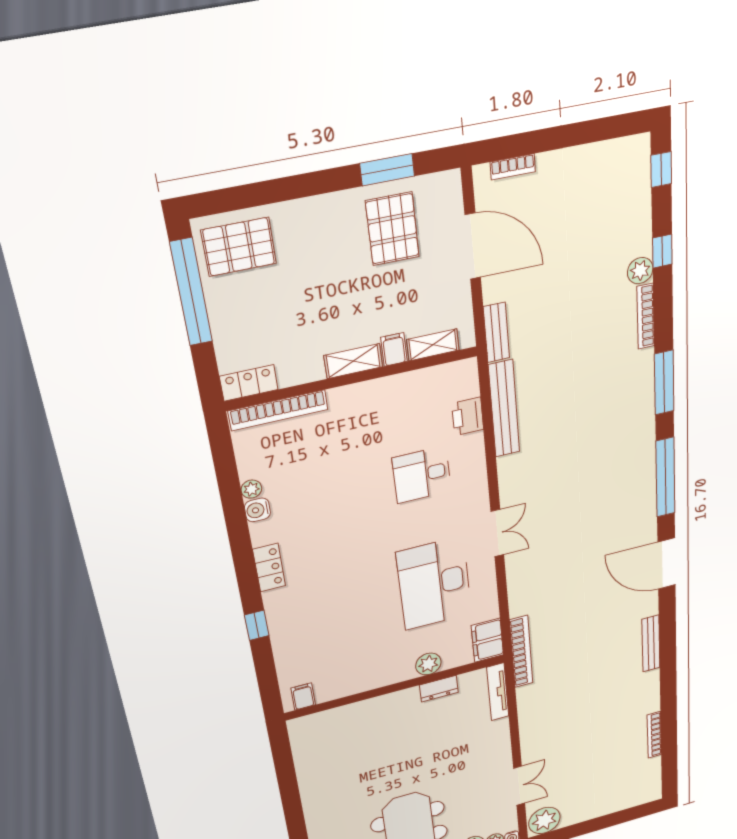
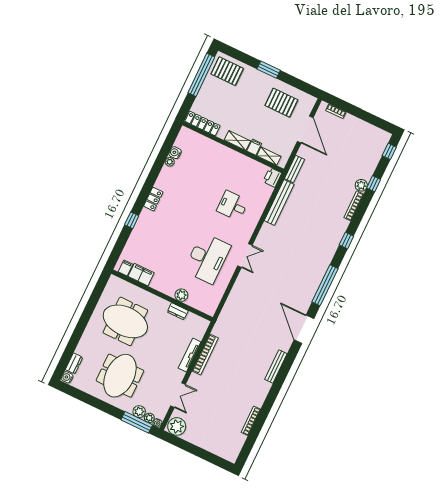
window: (387, 170) -> (269, 70), moved
pallet: (392, 229) -> (281, 103), turned 90
locker: (249, 383) -> (203, 123), width x1.53
window: (664, 383) -> (346, 240), width x0.46
bookcase: (278, 410) -> (200, 139), removed
printer: (468, 416) -> (272, 177), moved
water cooler: (257, 510) -> (175, 153), moved
desk: (434, 583) -> (207, 258), turned 180
filing cabinet: (487, 640) -> (141, 275), moved, turned 90
bookcase: (521, 652) -> (205, 354), moved
tv unit: (498, 692) -> (190, 355), moved
meeting table: (362, 762) -> (125, 321), added

